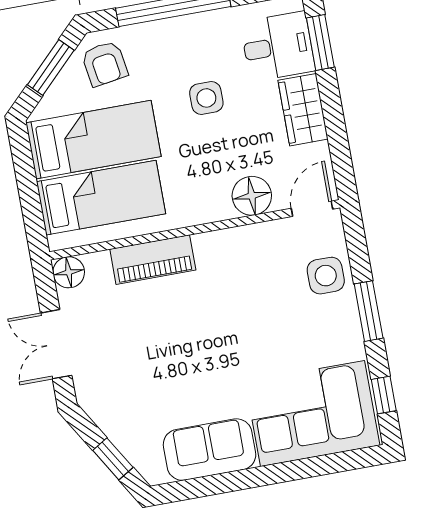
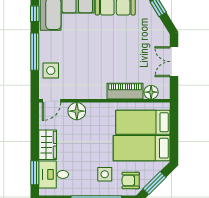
armchair: (105, 64) -> (131, 180), turned -81
side table: (206, 98) -> (105, 174), moved
floor lamp: (69, 272) -> (151, 92), moved
window: (369, 311) -> (35, 52), width x1.44
double door: (56, 344) -> (174, 62), swing flipped

